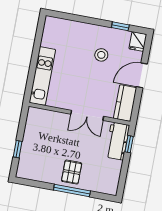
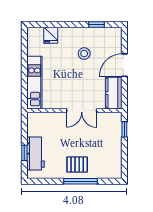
fridge: (138, 42) -> (51, 35), moved
workbench: (117, 141) -> (35, 153), moved, turned 180
pallet: (72, 172) -> (77, 165), turned 90

